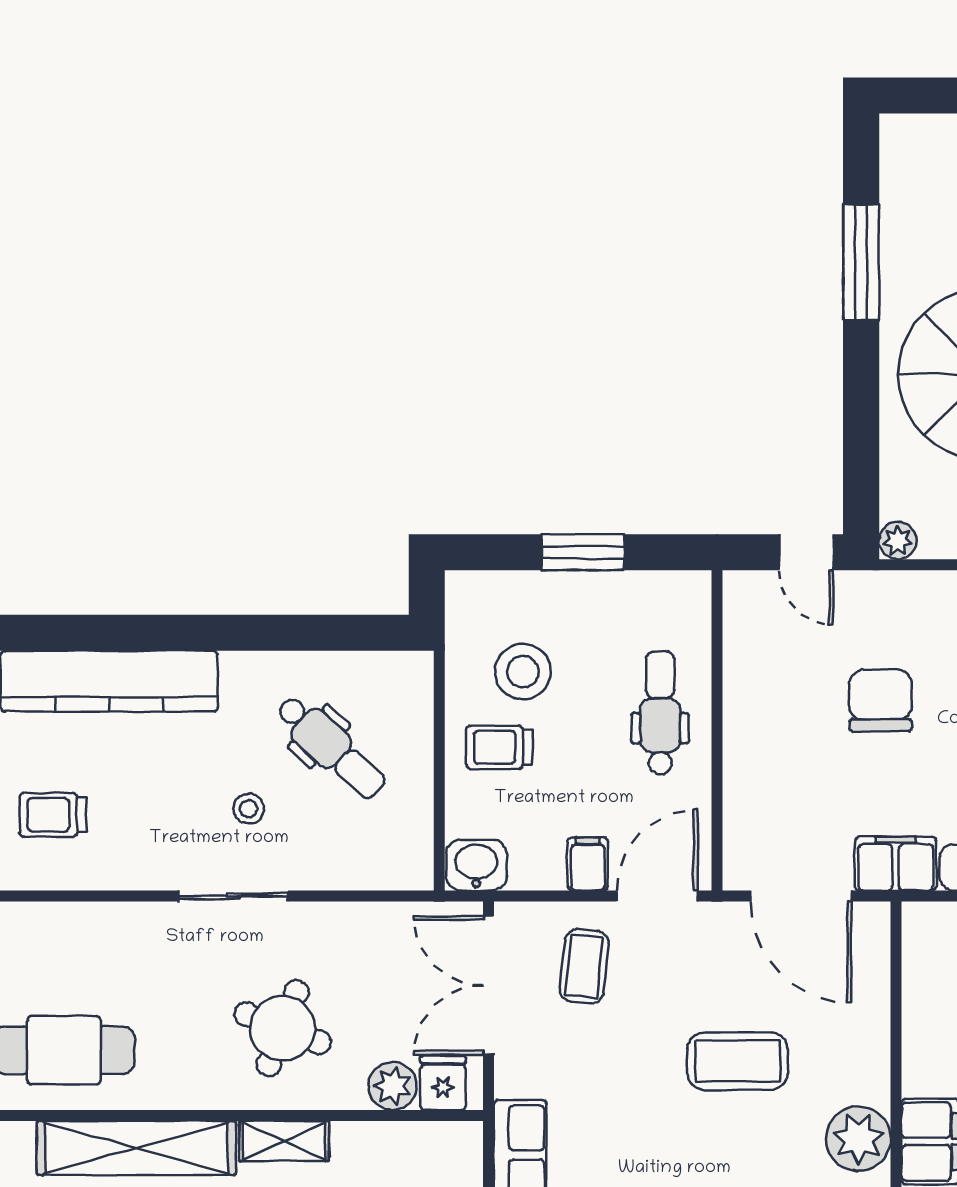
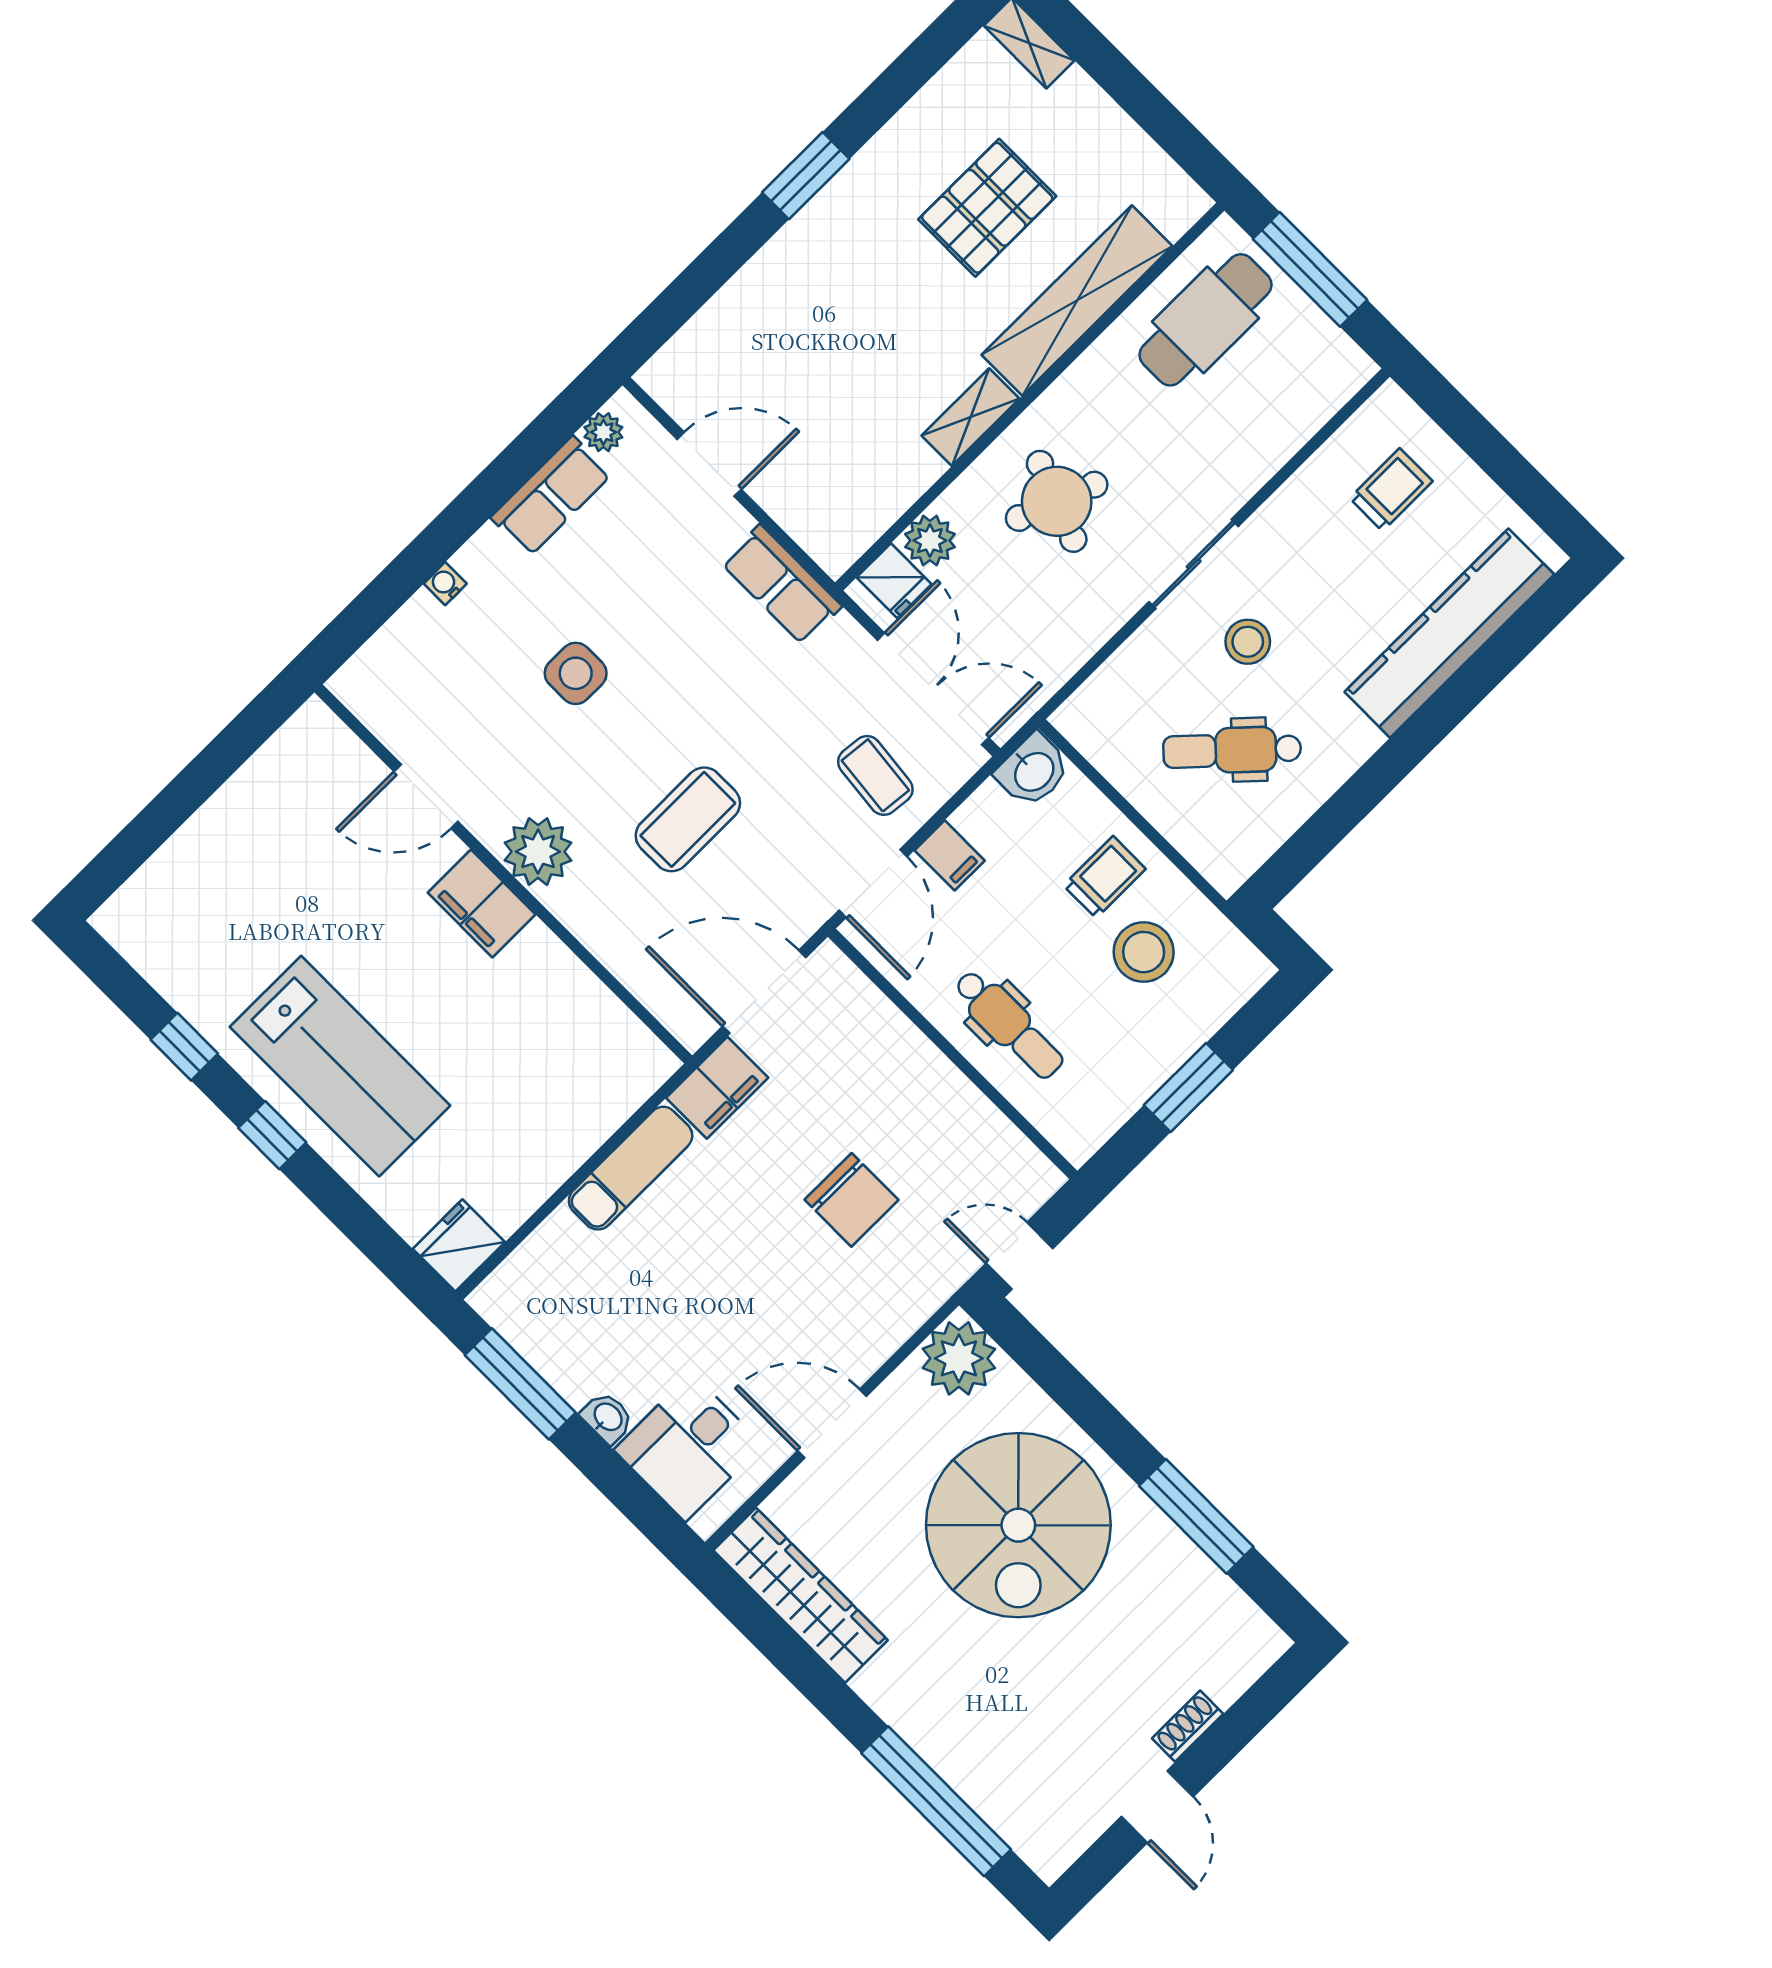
plant: (898, 541) -> (959, 1358), width x1.87, depth x1.87
stool: (249, 809) -> (1248, 642), width x1.37, depth x1.37

